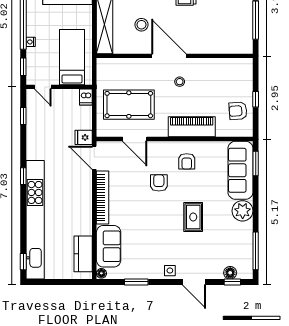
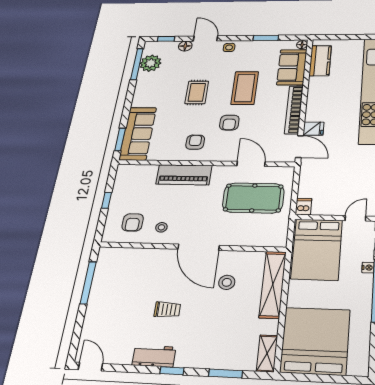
bed: (72, 57) -> (317, 249), width x1.50
stool: (180, 82) -> (161, 227), moved
door: (43, 87) -> (355, 218), hinge flipped
armchair: (238, 111) -> (133, 222), moved, turned 94
fridge: (84, 137) -> (313, 129), moved
plant: (243, 211) -> (151, 63), moved
coffee table: (149, 222) -> (245, 88), added
floor lamp: (230, 273) -> (185, 46), moved

